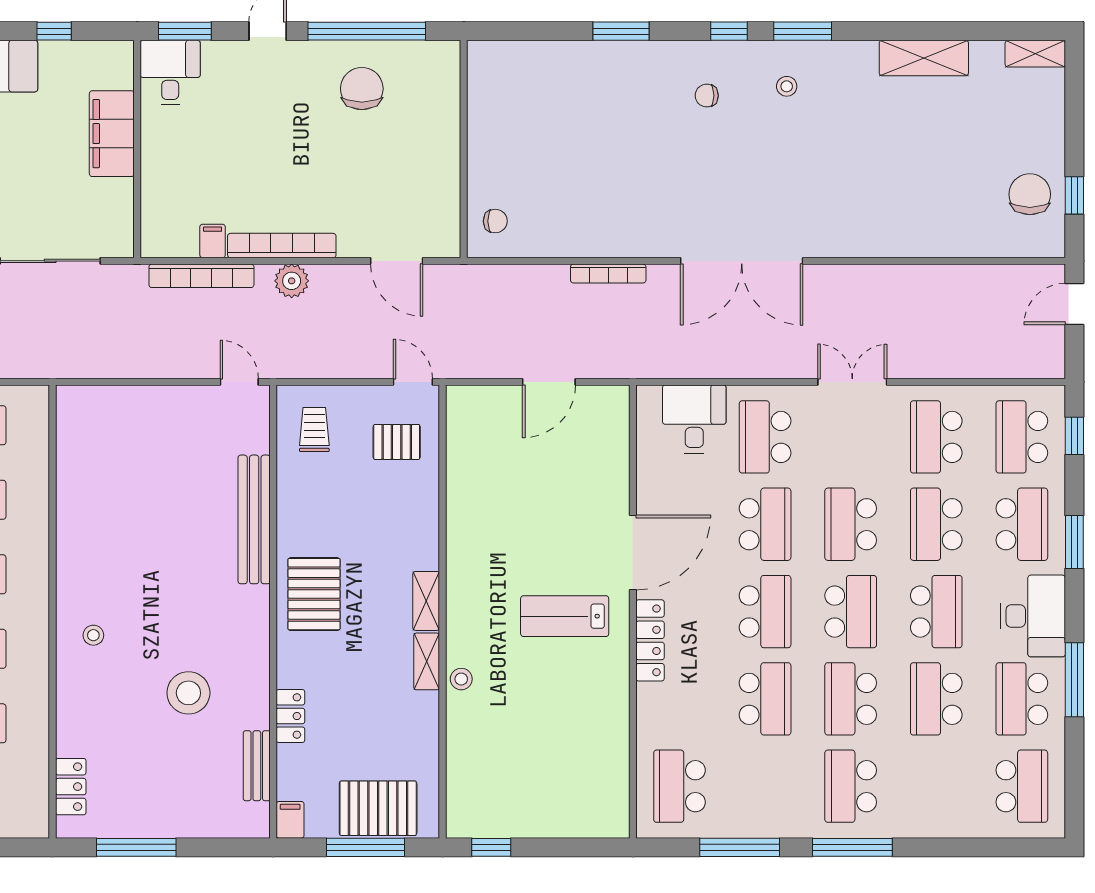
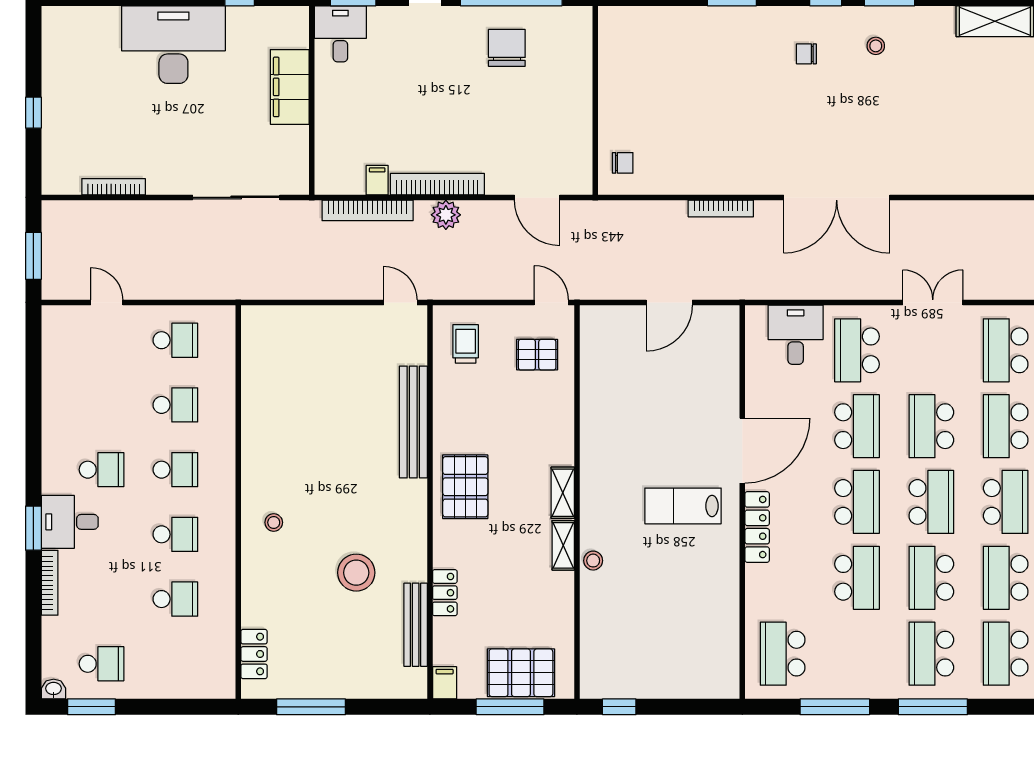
bench: (257, 766) -> (416, 625), width x1.36
school desk: (936, 786) -> (1006, 654), added

